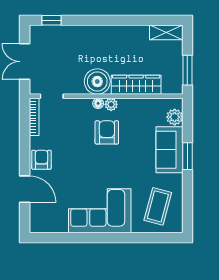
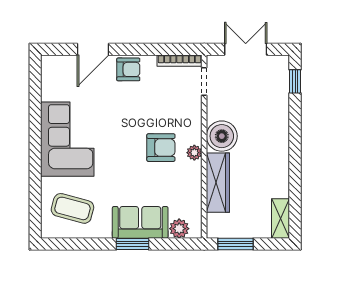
floor lamp: (98, 103) -> (196, 137), removed

